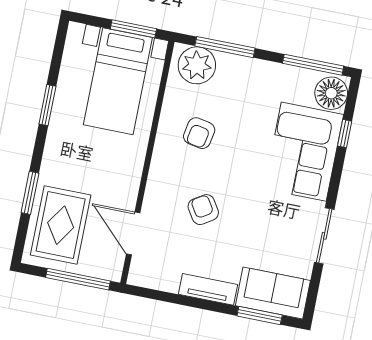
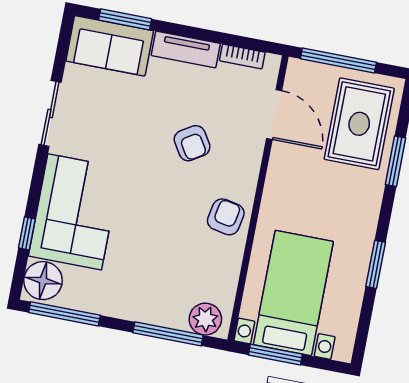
plant: (197, 65) -> (205, 319), width x0.73, depth x0.73
armchair: (199, 133) -> (226, 217), moved
bookcase: (160, 283) -> (242, 56), added

